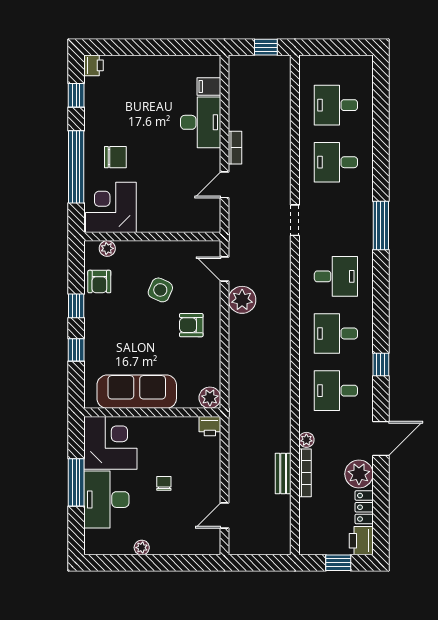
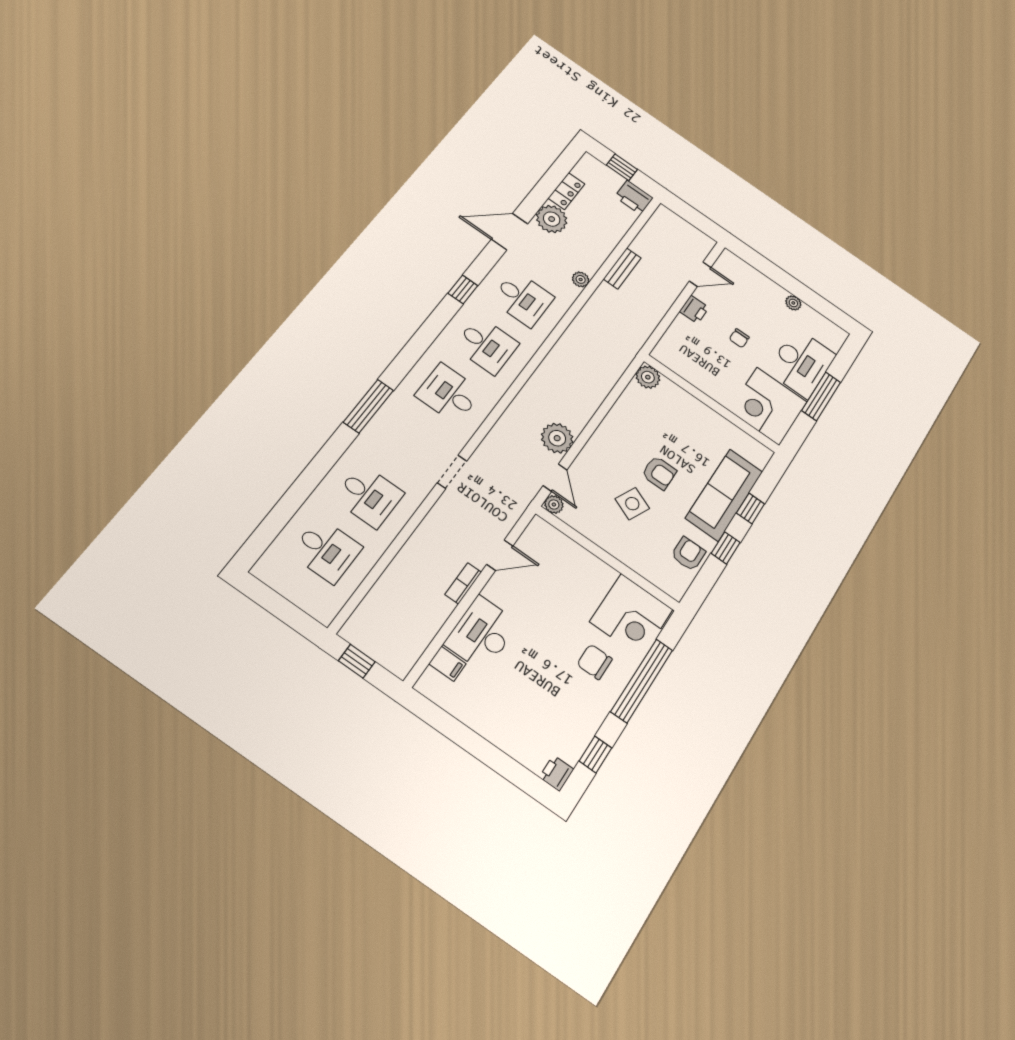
plant: (107, 248) -> (554, 505), moved
armchair: (191, 325) -> (659, 473), moved
sofa: (137, 392) -> (724, 495), moved, turned 90
printer: (210, 426) -> (694, 309), moved, turned 90
bookcase: (305, 473) -> (601, 255), removed
printer: (361, 541) -> (634, 197), moved, turned 90

